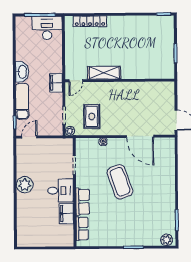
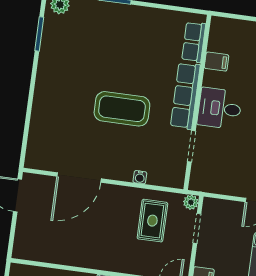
door: (140, 136) -> (79, 177), swing flipped
coffee table: (120, 182) -> (122, 109), turned -71
row of seats: (83, 202) -> (185, 96), width x1.48
filing cabinet: (66, 214) -> (217, 62), width x0.50

